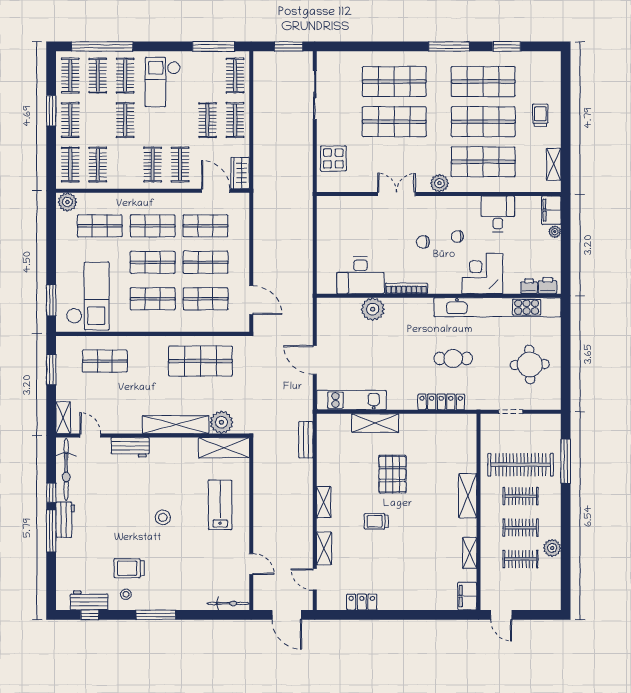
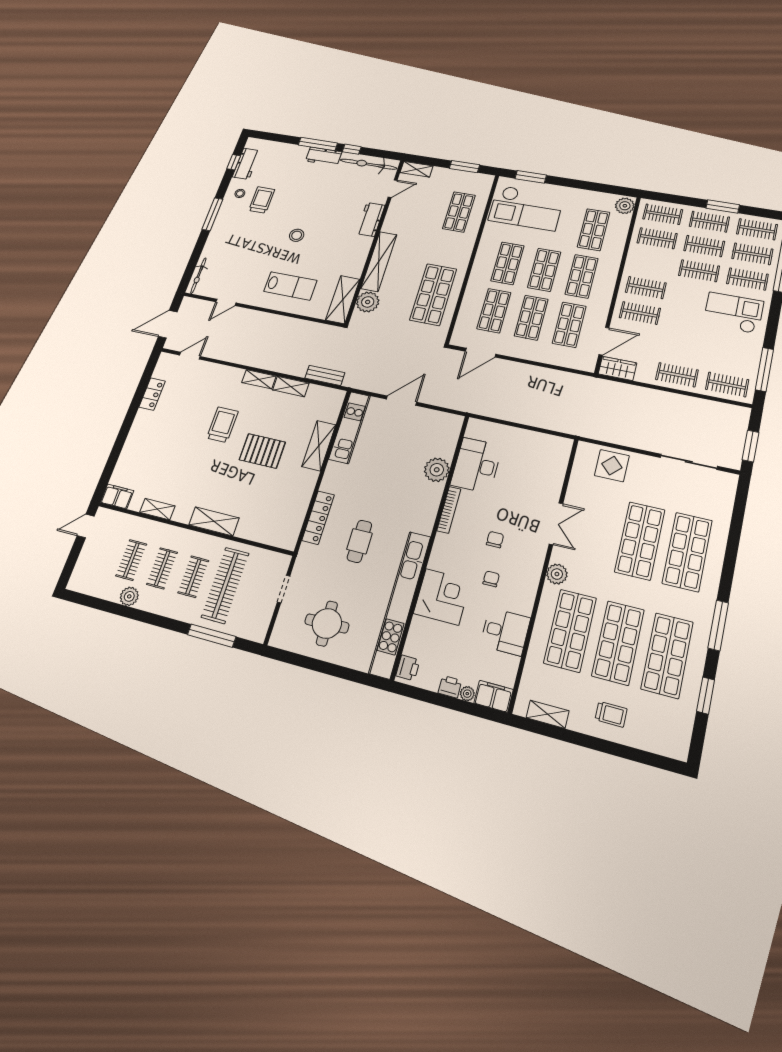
clothes rail: (208, 120) -> (704, 246), moved
printer: (529, 286) -> (450, 687), moved, turned -90
trolley: (376, 521) -> (222, 425), width x1.36, depth x1.39
shelving: (324, 548) -> (291, 387), moved

